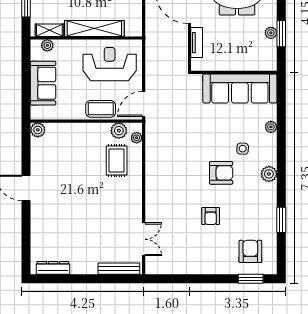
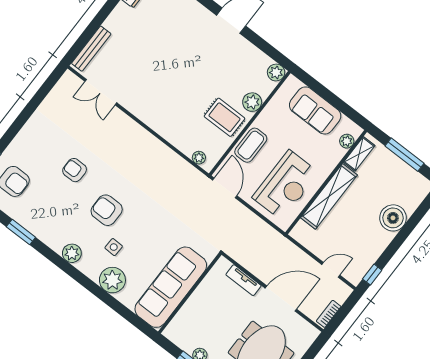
plant: (271, 127) -> (112, 280), width x1.88, depth x1.88
plant: (119, 131) -> (252, 102), moved
rug: (117, 160) -> (224, 117), moved
armchair: (221, 173) -> (107, 210), turned 90

